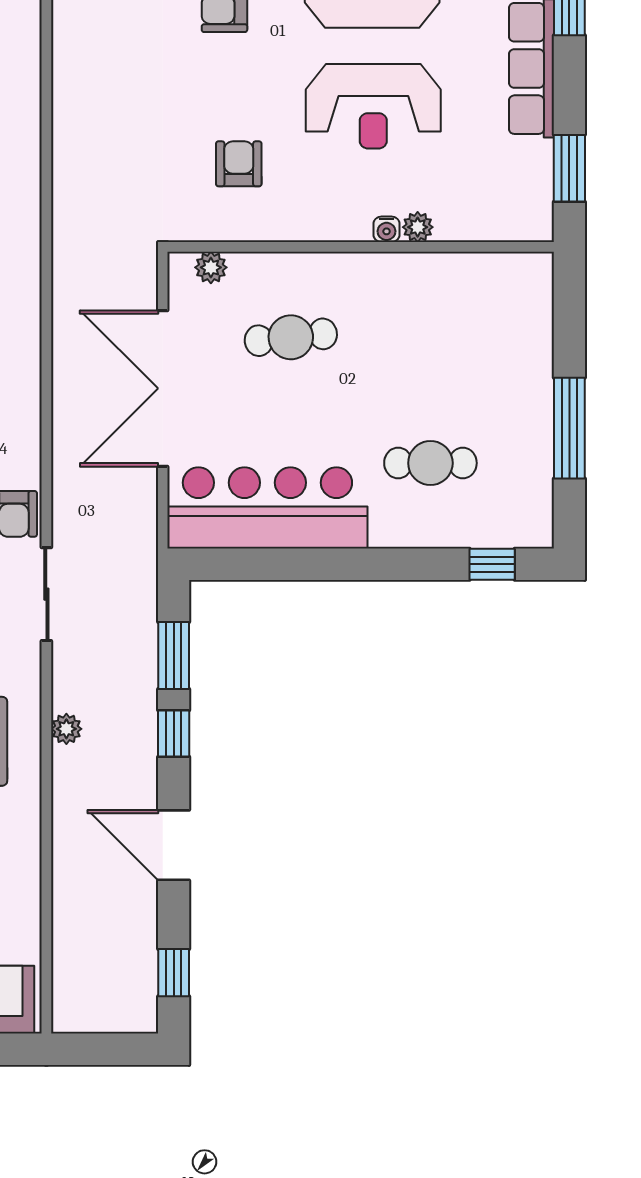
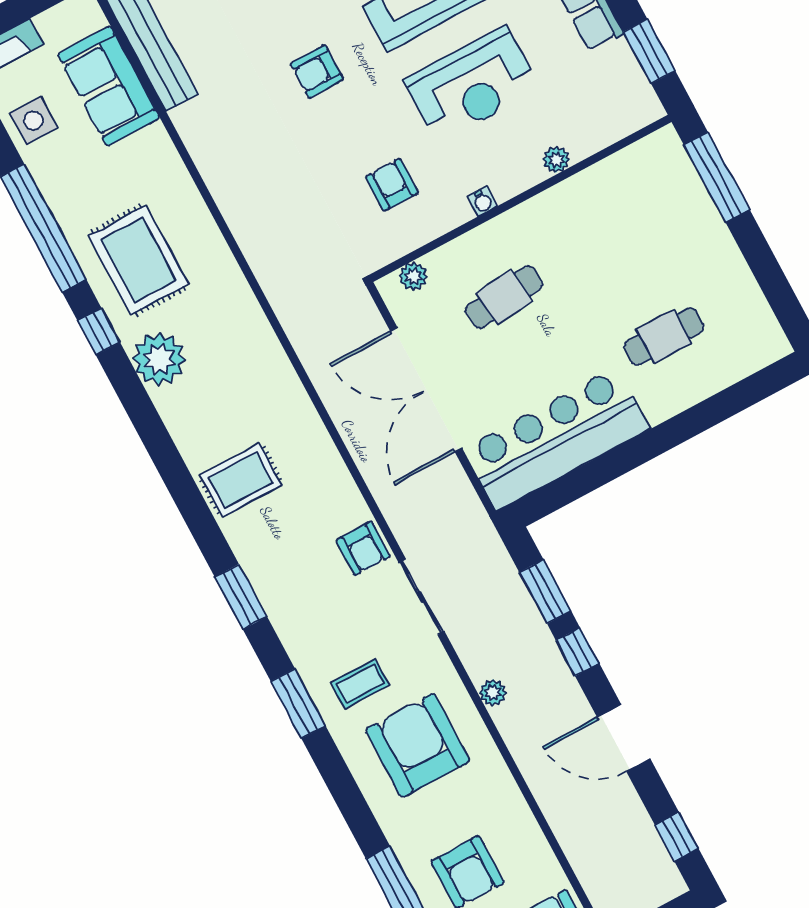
water cooler: (387, 229) -> (482, 201), moved
window: (569, 428) -> (717, 177), moved
window: (492, 564) -> (753, 389), removed

